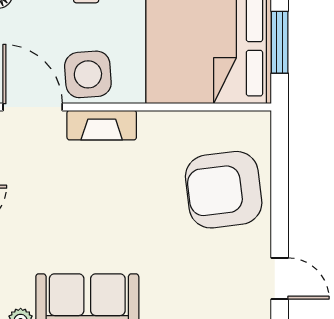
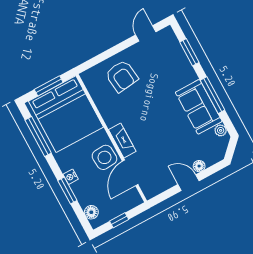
armchair: (224, 190) -> (122, 76), width x0.73, depth x0.73

